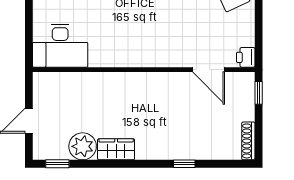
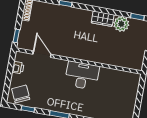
desk: (60, 46) -> (82, 76), moved
printer: (246, 57) -> (18, 68), moved

